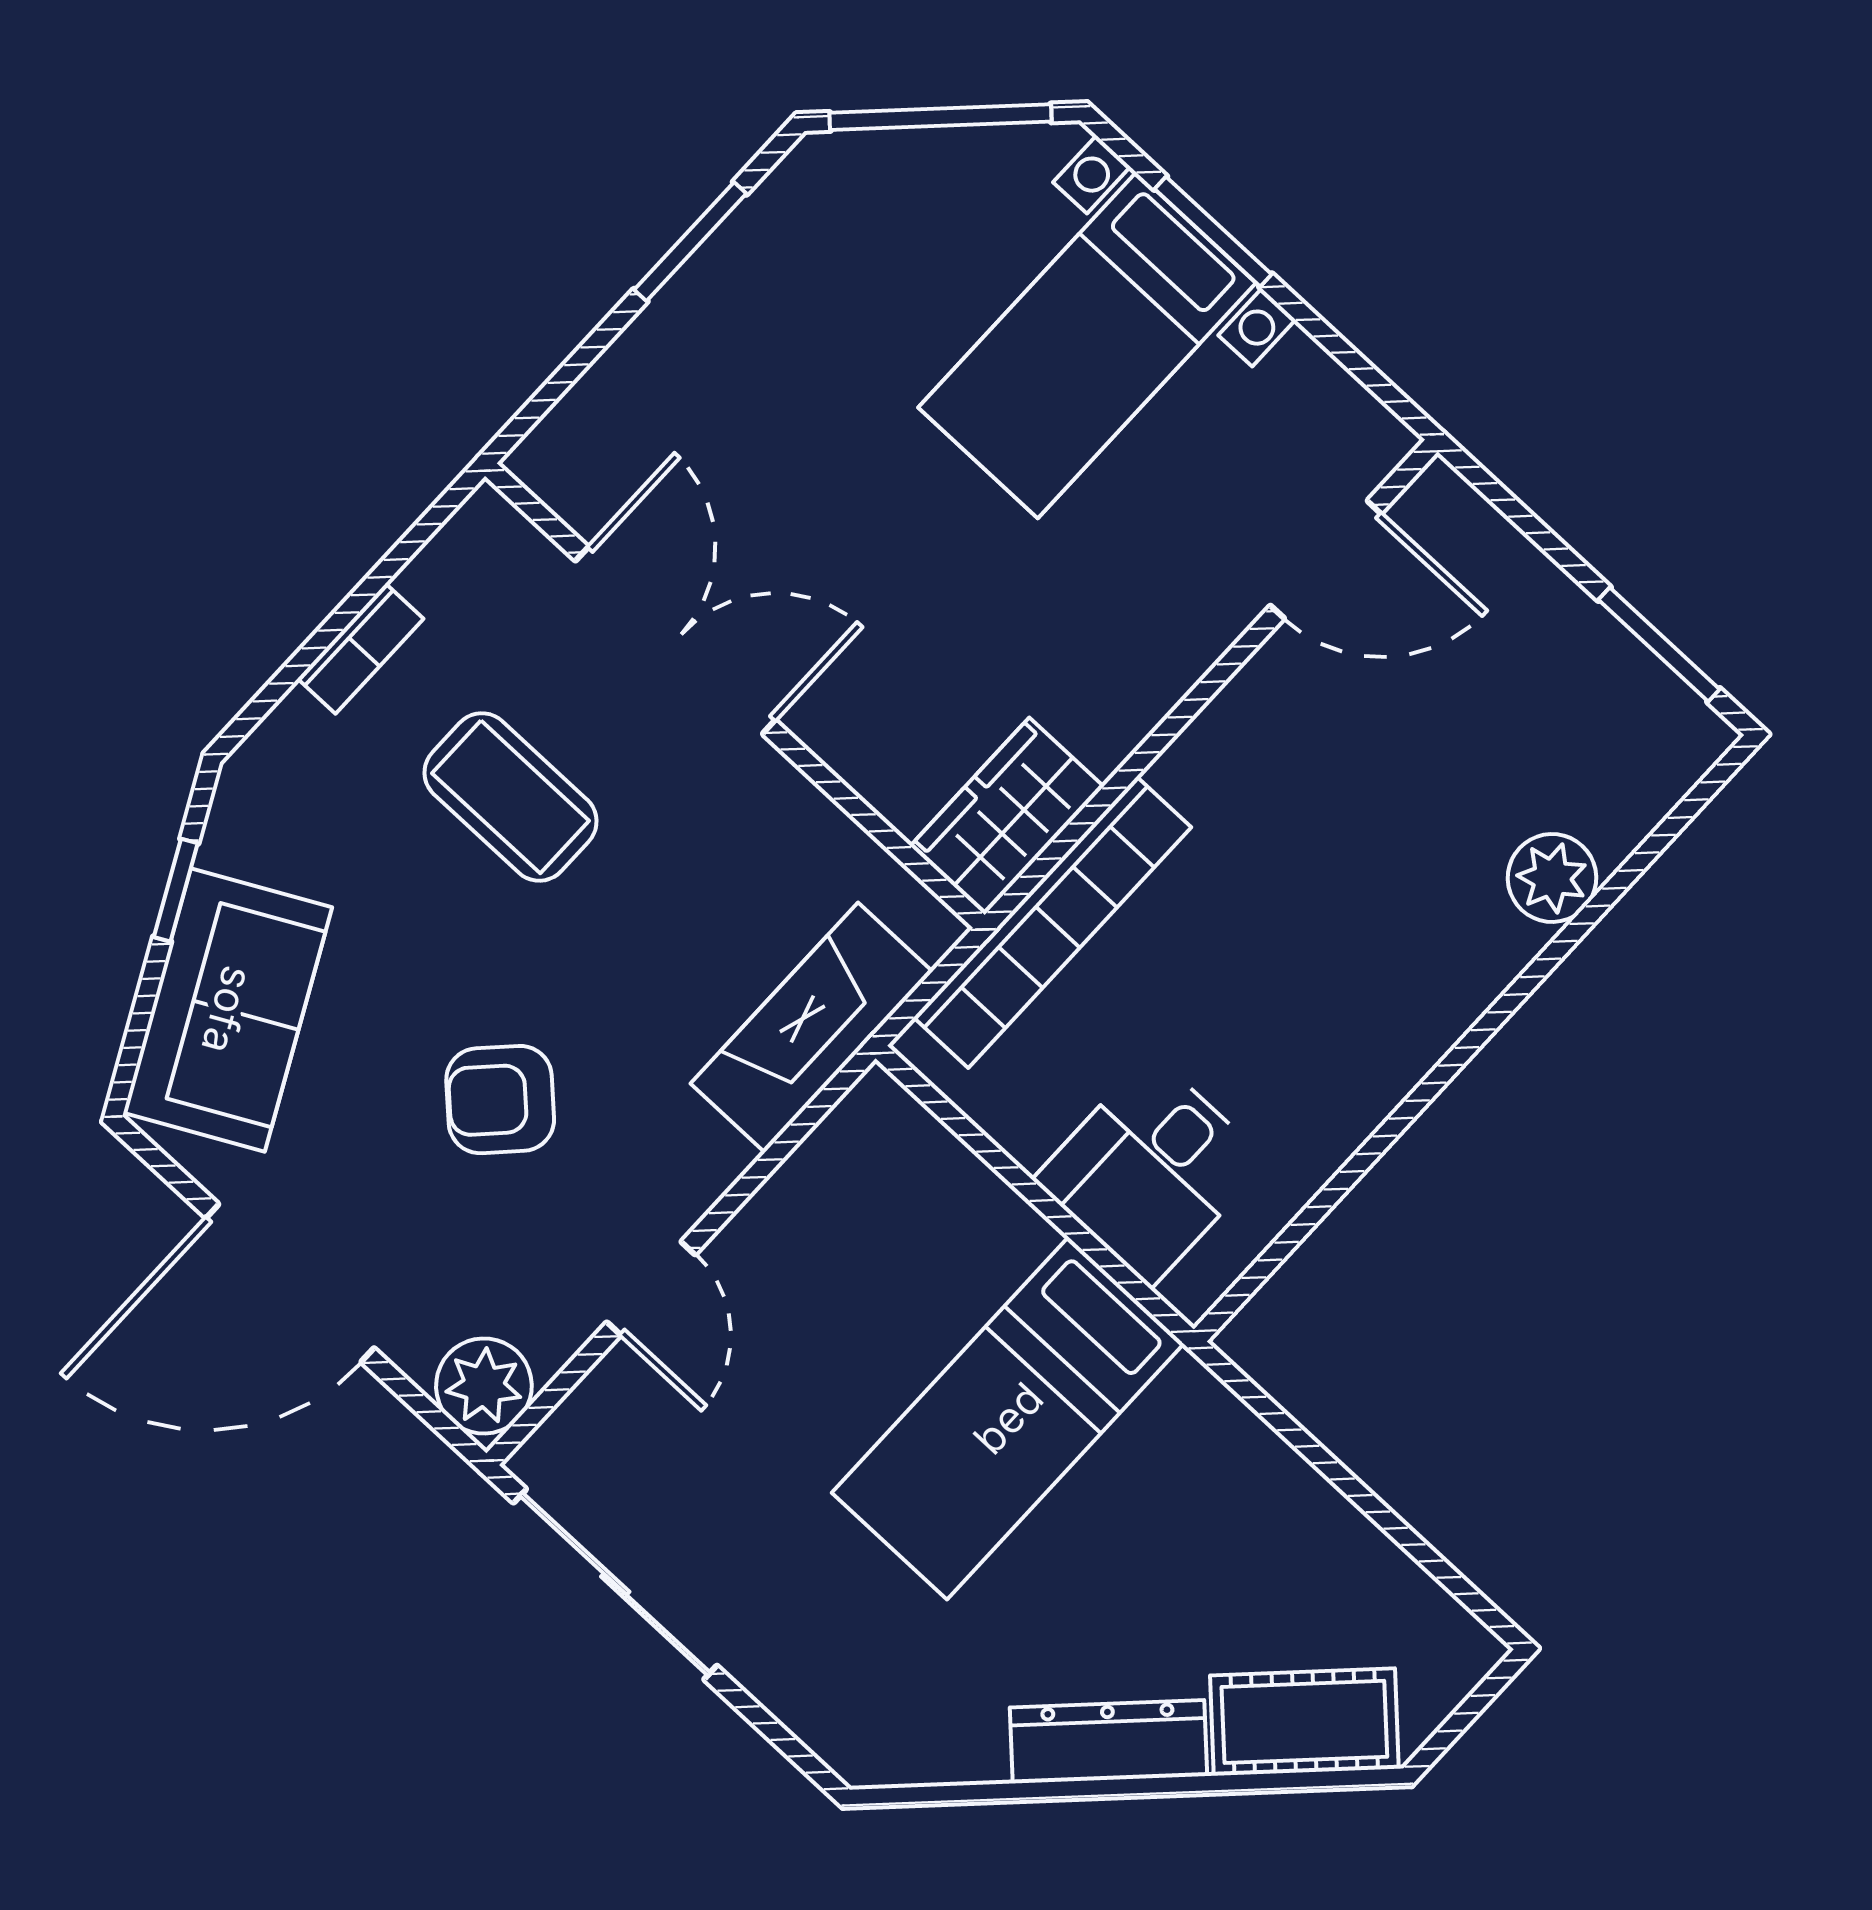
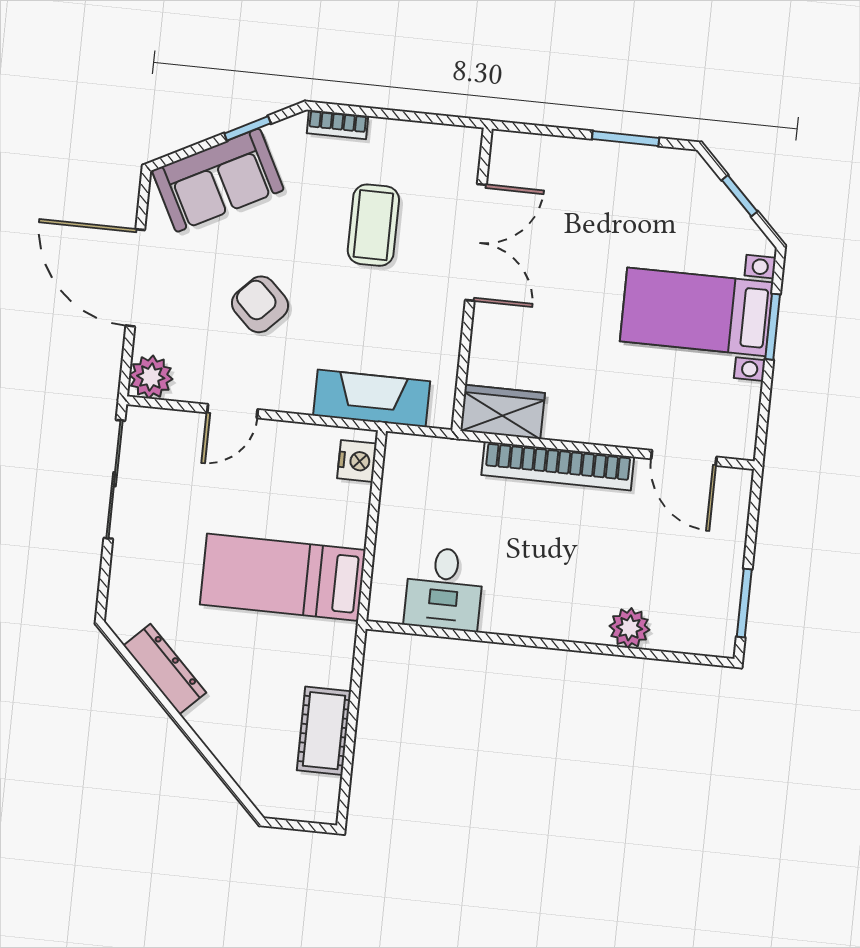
window: (940, 117) -> (740, 196), width x0.46
bookcase: (360, 649) -> (338, 125), moved
bookcase: (1052, 922) -> (558, 466), moved
nightstand: (902, 1136) -> (357, 461), added
desk: (1151, 1170) -> (444, 589), moved, turned -90
cot: (1304, 1722) -> (324, 731), moved, turned 45
dresser: (1109, 1742) -> (165, 669), moved

